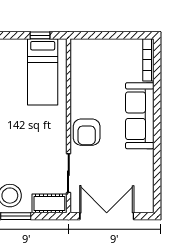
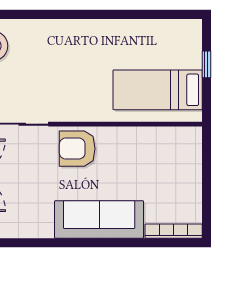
window: (40, 35) -> (206, 64), moved

